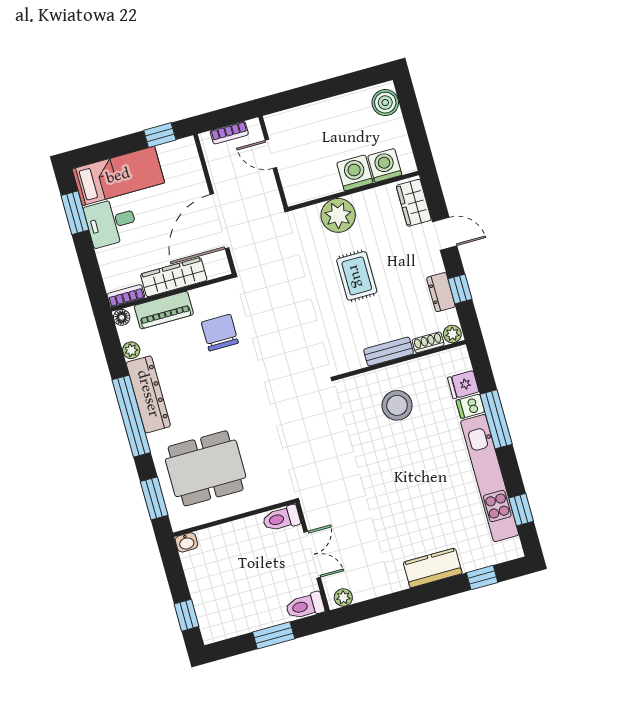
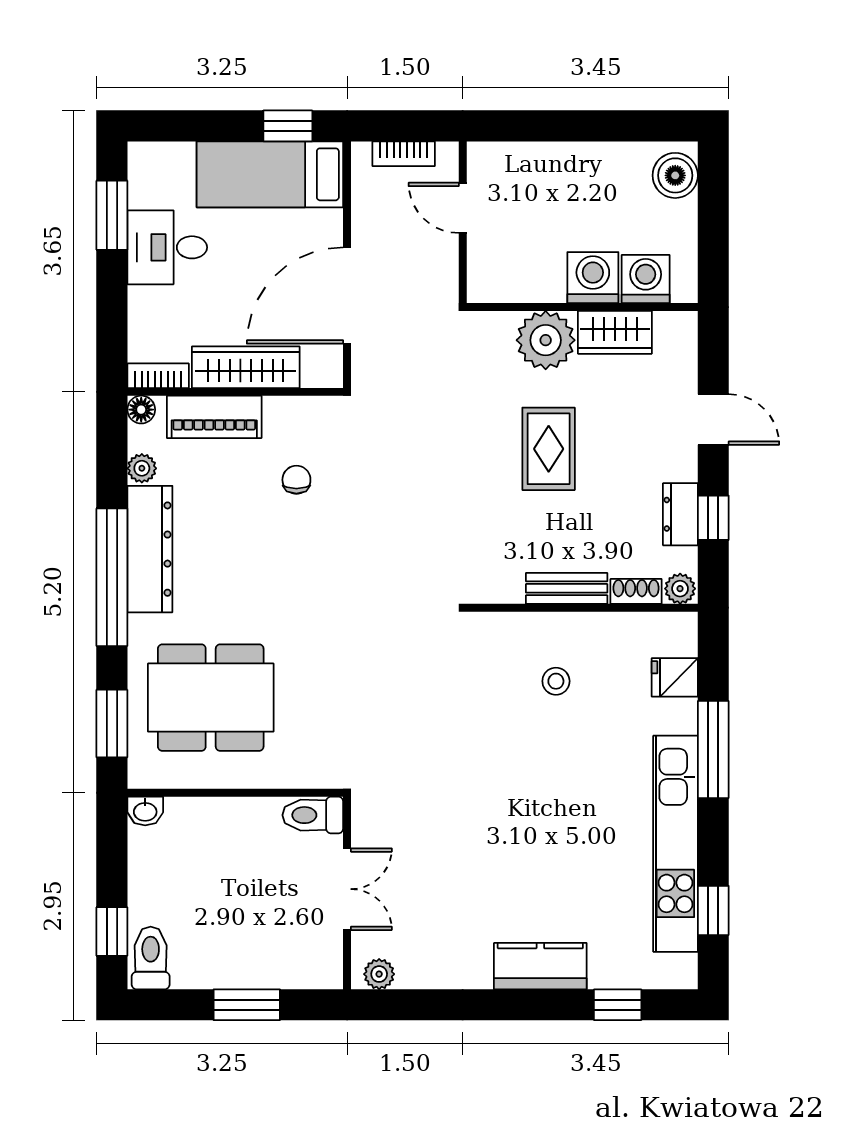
bed: (118, 176) -> (270, 174), moved, turned 180
wardrobe: (414, 203) -> (615, 332), moved, turned -90
chair: (220, 333) -> (296, 480), width x0.54, depth x0.54
stool: (397, 405) -> (556, 681), width x0.53, depth x0.53
dishwasher: (470, 406) -> (677, 716), removed
toilet: (305, 606) -> (151, 958), moved, turned 90

